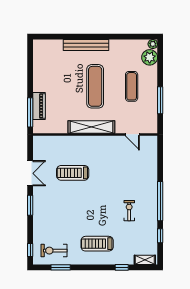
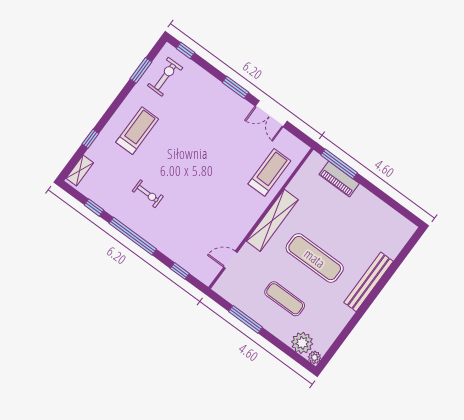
window: (160, 159) -> (180, 271), added
treadmill: (73, 173) -> (269, 172), moved

